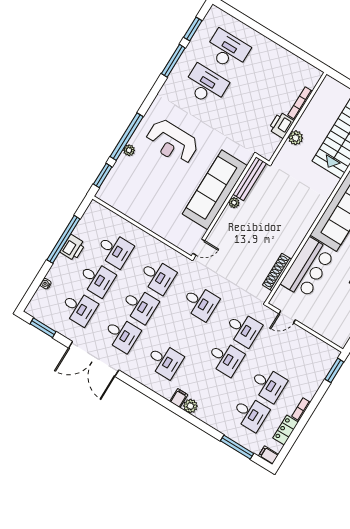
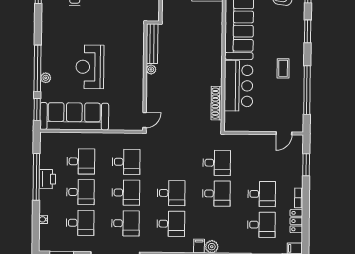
reception desk: (172, 142) -> (90, 67), moved, turned 90
sofa: (215, 190) -> (74, 116), moved, turned 90
desk: (200, 303) -> (171, 193), moved
door: (287, 317) -> (284, 133), moved
window: (334, 370) -> (306, 165), moved

